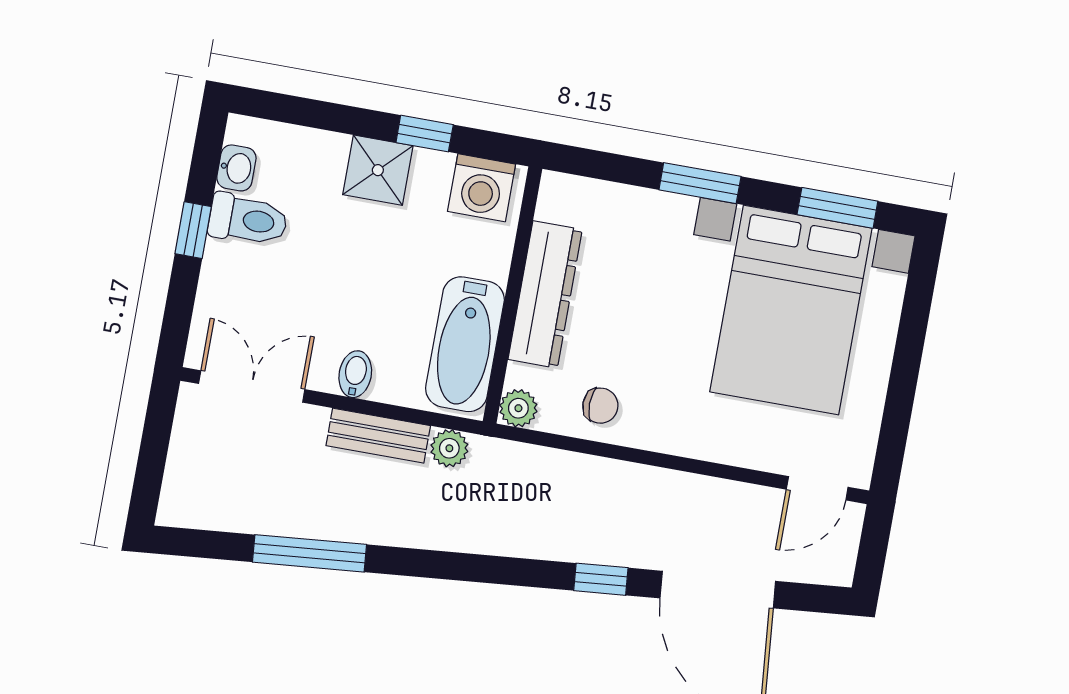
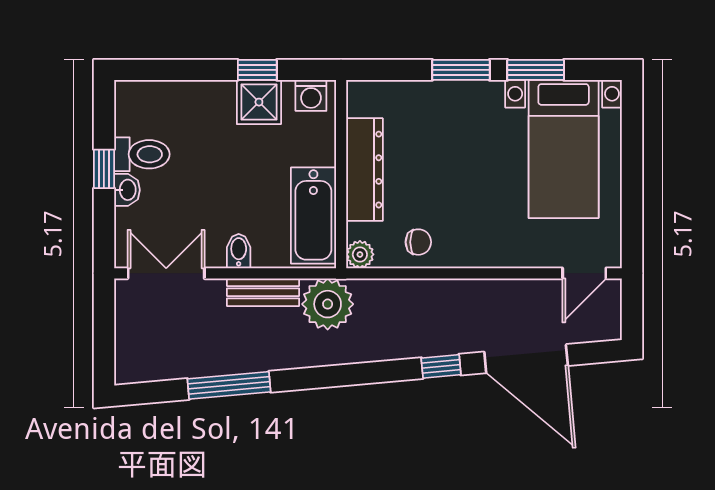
washbasin: (236, 168) -> (127, 190), moved
shower: (378, 170) -> (259, 102), moved
washing machine: (482, 188) -> (311, 95), width x0.73, depth x0.73
window: (837, 208) -> (536, 70), moved
bed with nightstands: (791, 310) -> (564, 149), width x0.73
plant: (449, 448) -> (328, 304), width x1.88, depth x1.88

